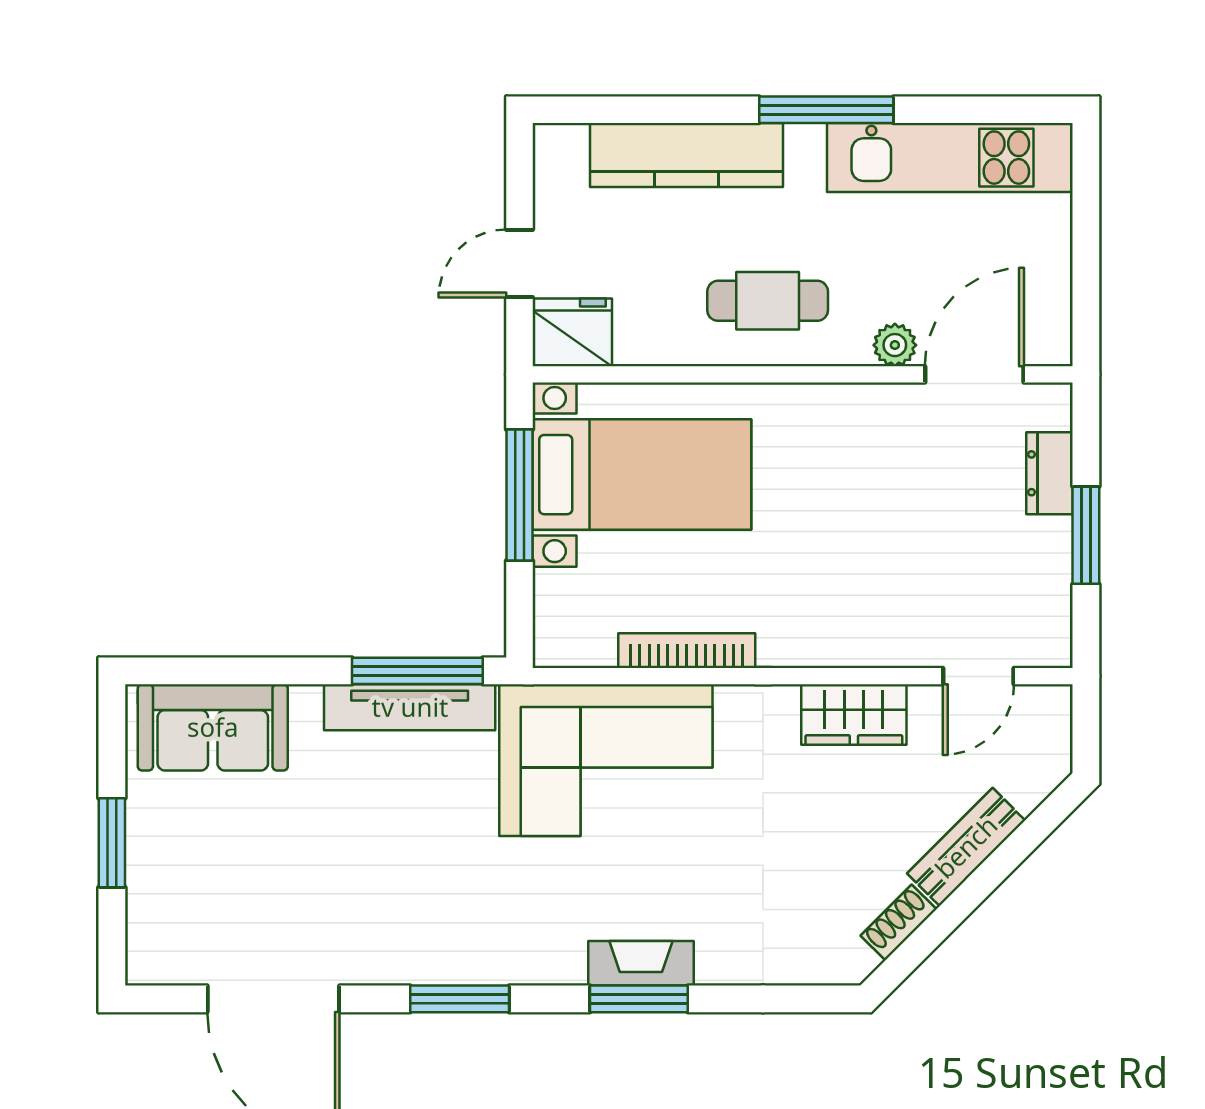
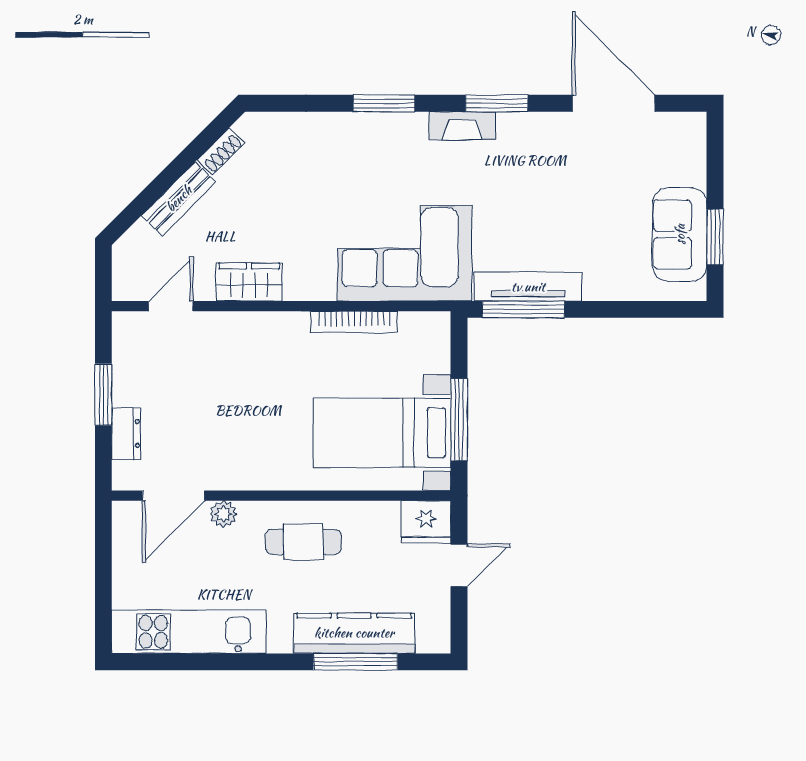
window: (826, 110) -> (356, 662), moved
sofa: (213, 727) -> (680, 234), moved, turned -90
window: (112, 843) -> (715, 237), moved
fireplace: (641, 963) -> (462, 126), moved

